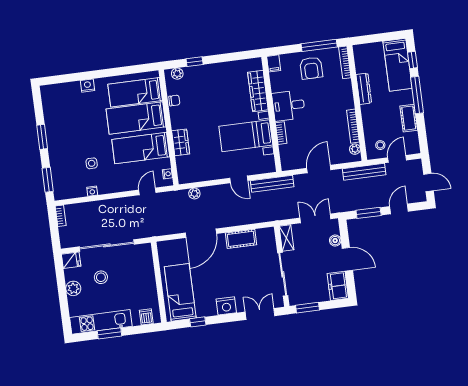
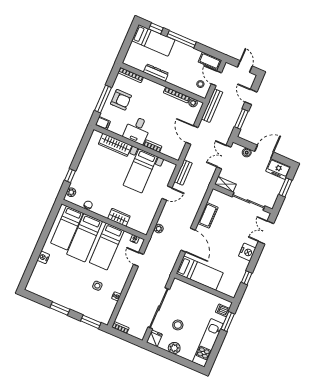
window: (319, 45) -> (103, 99), moved
cot: (409, 118) -> (210, 61), moved
door: (428, 182) -> (245, 67), hinge flipped
bench: (272, 184) -> (183, 172), width x0.73
bed: (180, 292) -> (200, 273), moved, turned 180
window: (308, 308) -> (285, 187), moved
window: (110, 333) -> (228, 321), moved

